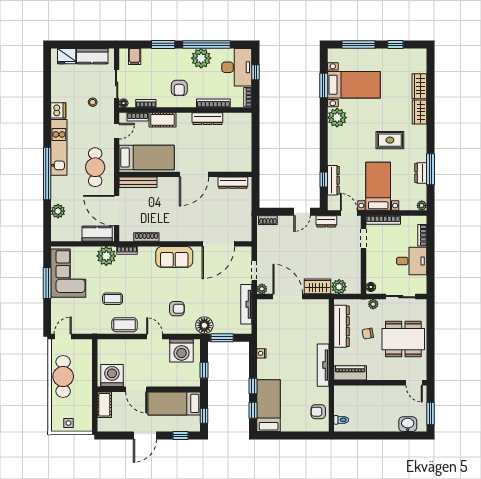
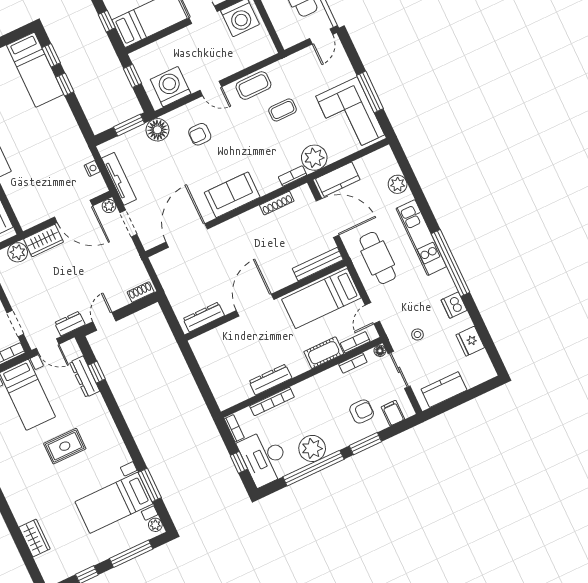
fridge: (67, 56) -> (470, 341), moved, turned -90
armchair: (179, 88) -> (362, 411), moved, turned 90
wardrobe: (420, 112) -> (20, 507), removed
plant: (337, 118) -> (155, 525), moved, width x0.53, depth x0.53
rug: (390, 140) -> (65, 446), moved
kitchen unit: (59, 147) -> (421, 238), moved
window: (47, 173) -> (450, 263), moved
nightstand: (261, 353) -> (92, 168), moved

